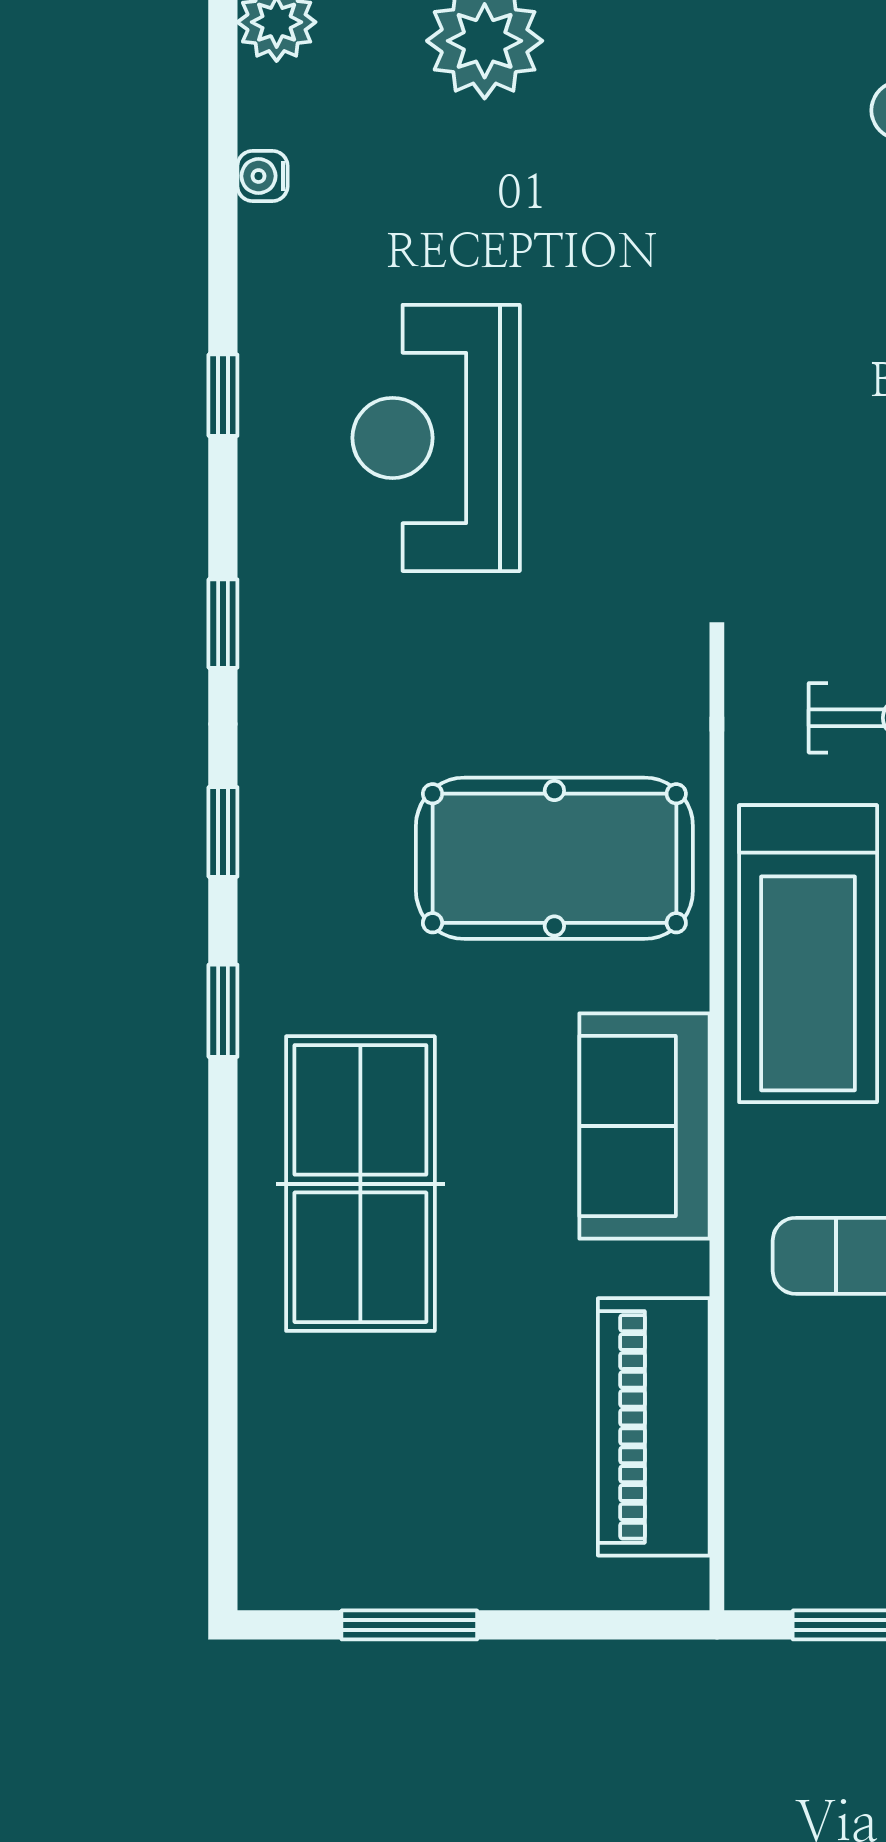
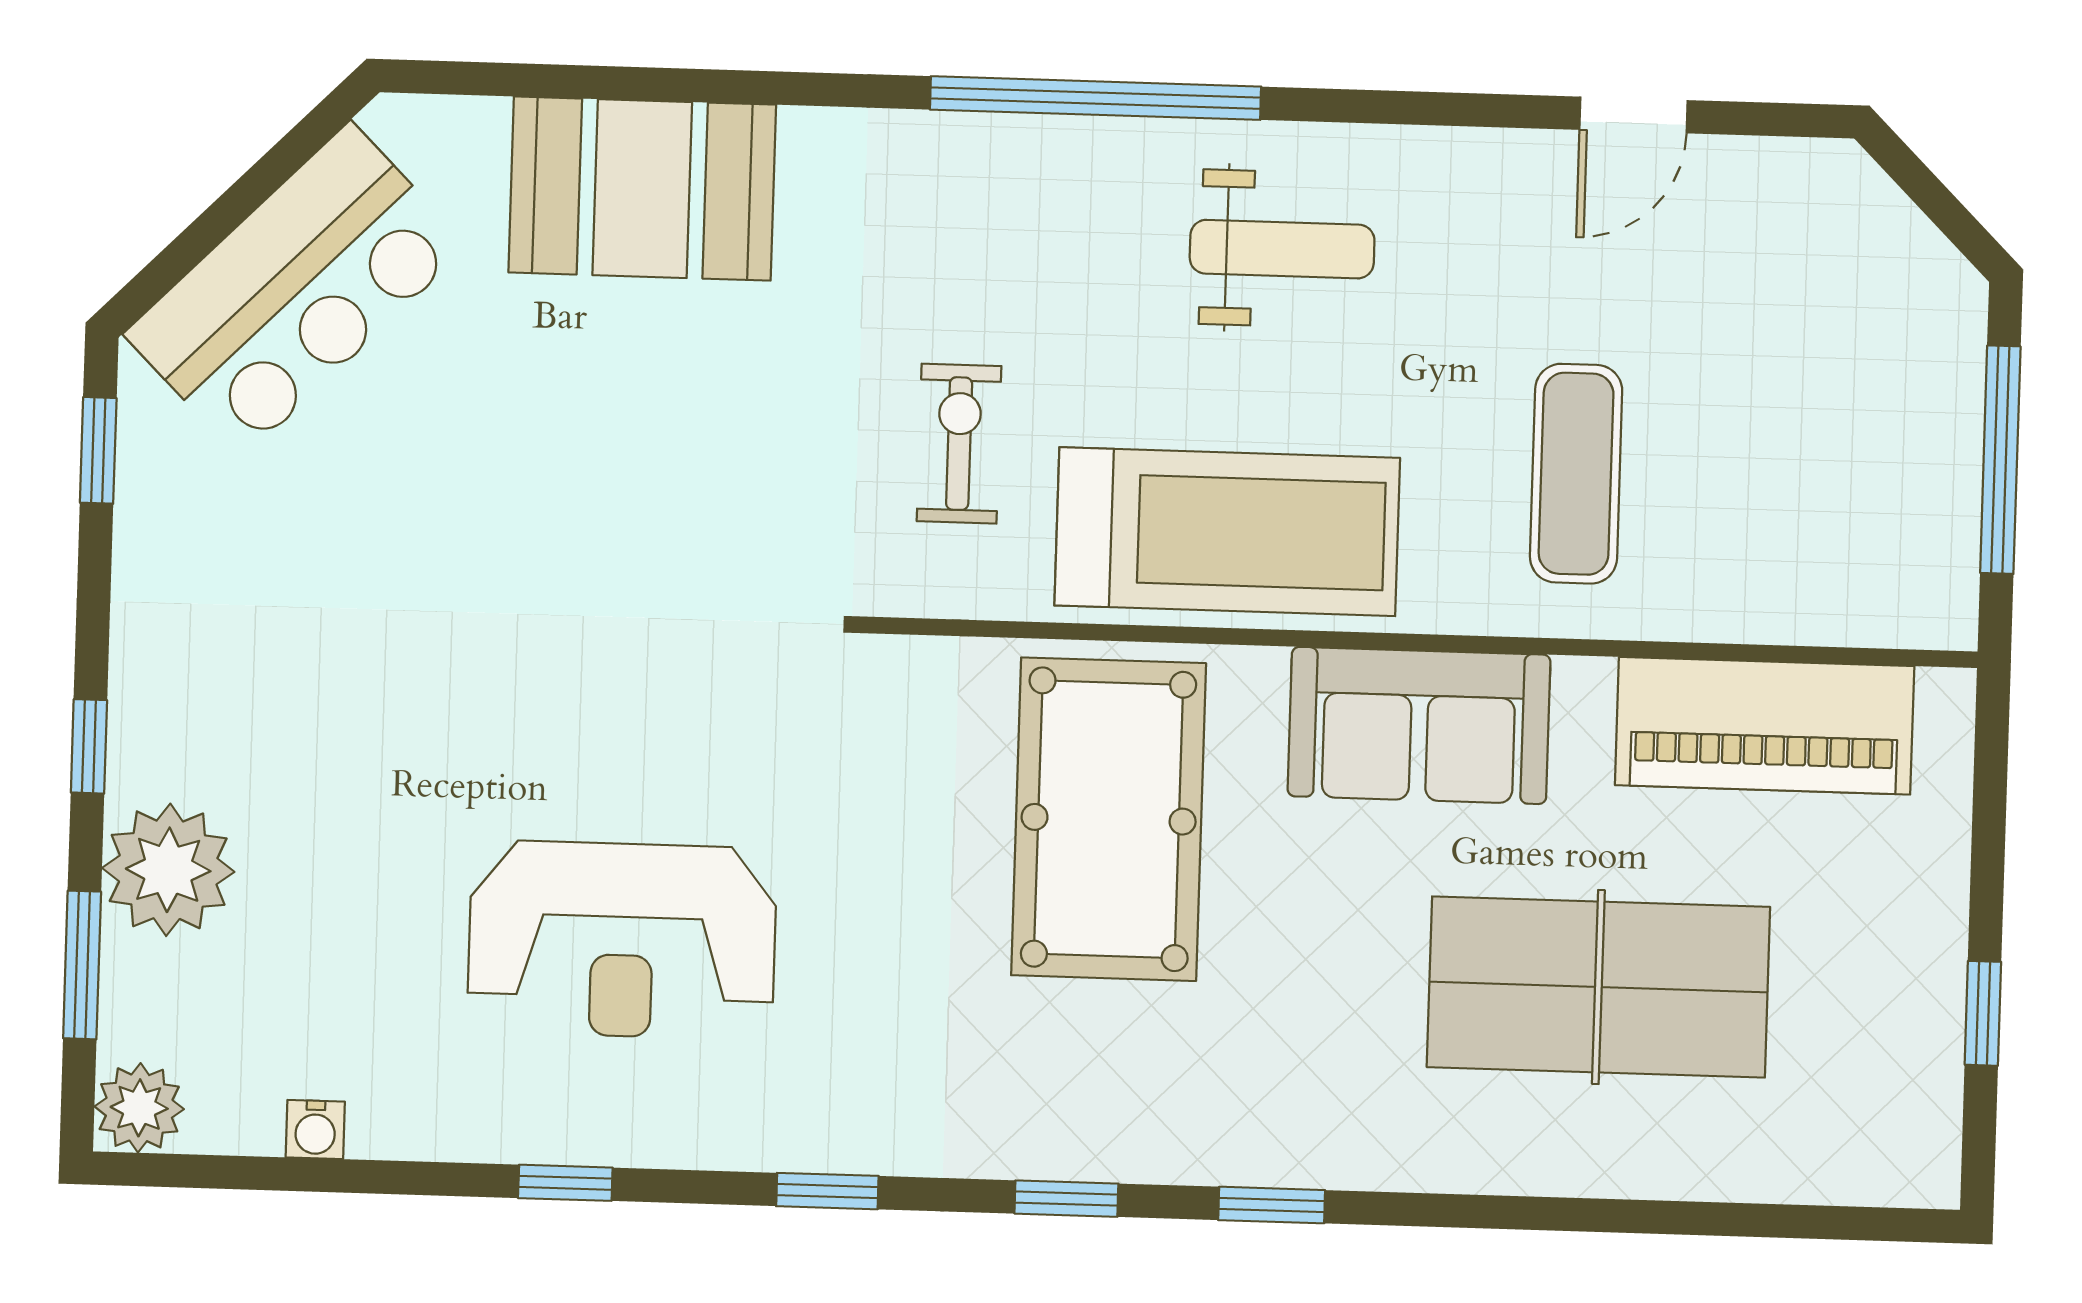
table tennis table: (360, 1184) -> (1598, 987), moved
window: (409, 1625) -> (1983, 1013), width x0.67

